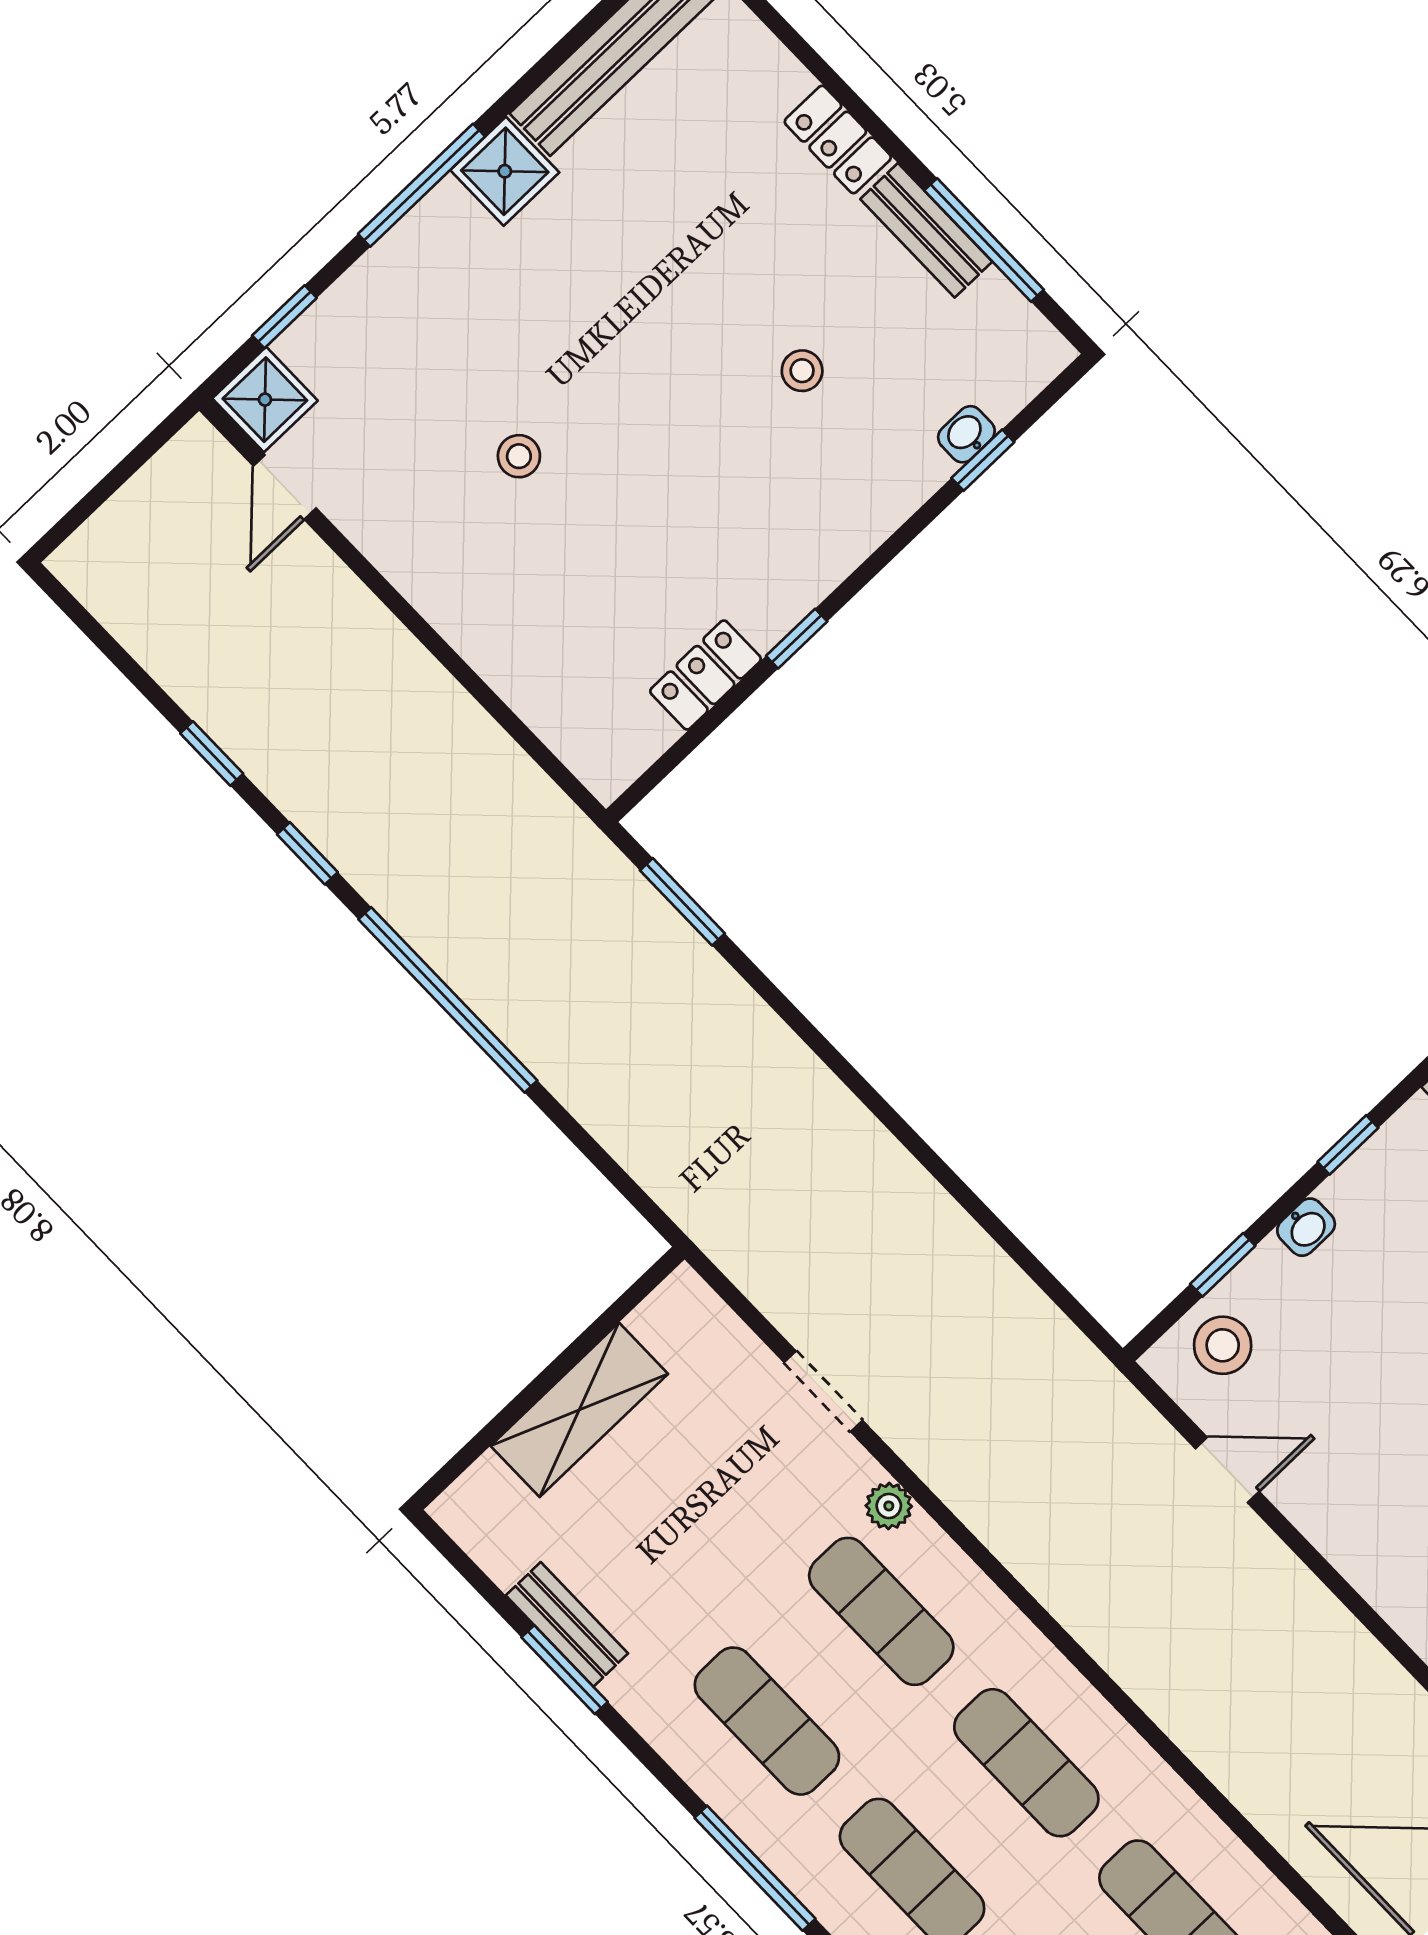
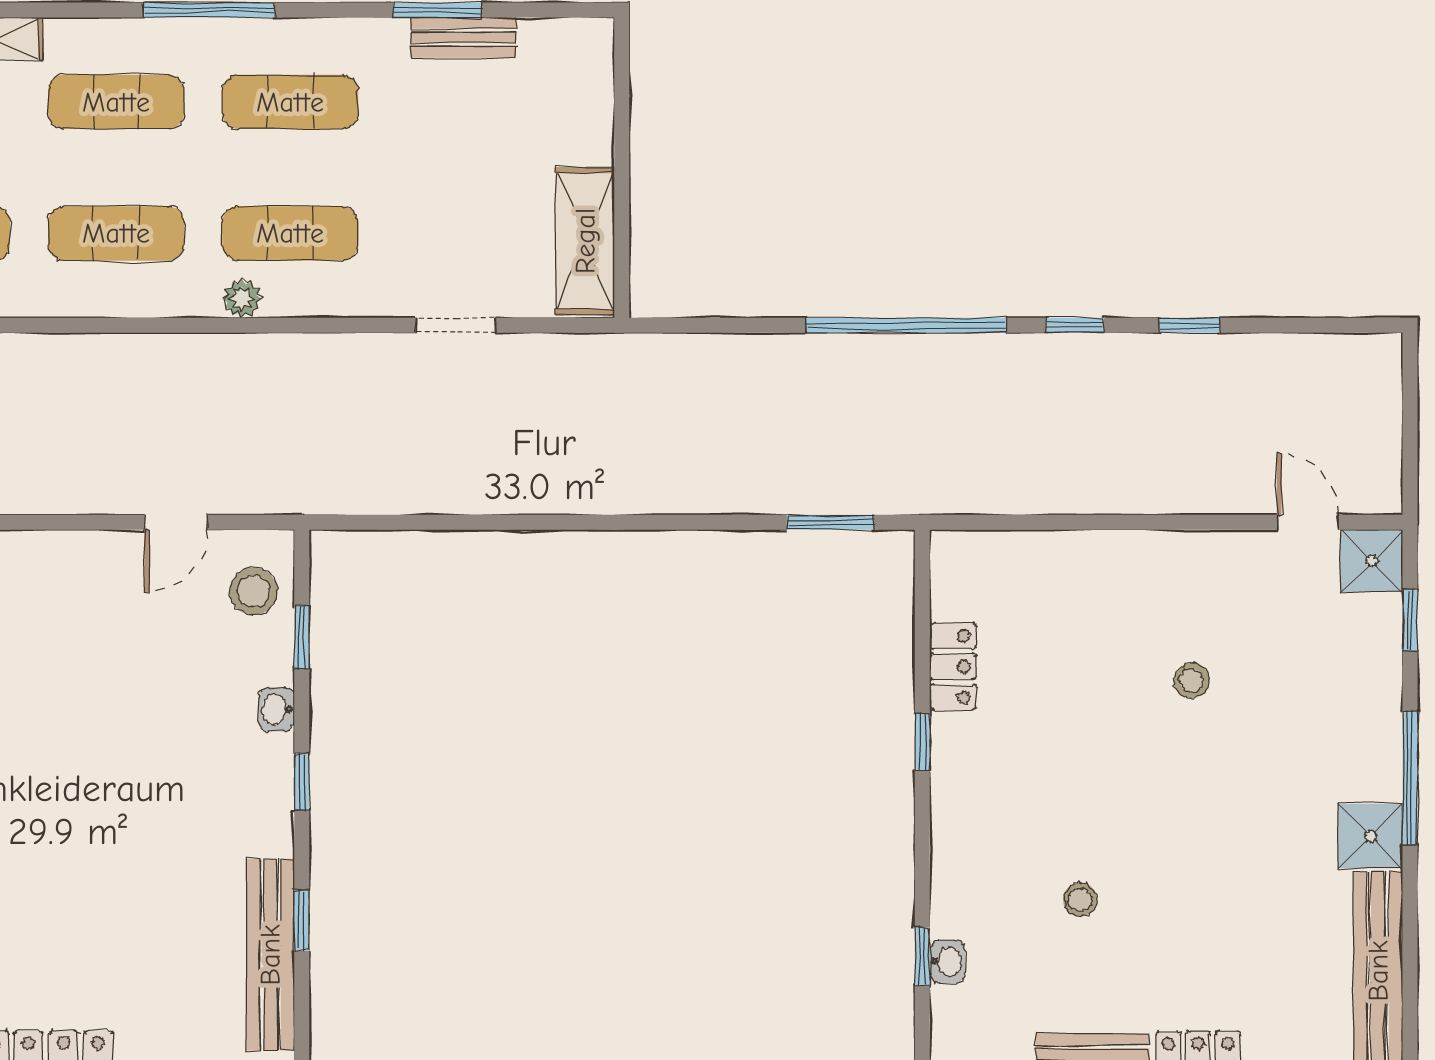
shelving: (579, 1410) -> (585, 241), moved
plant: (889, 1506) -> (242, 299), moved

